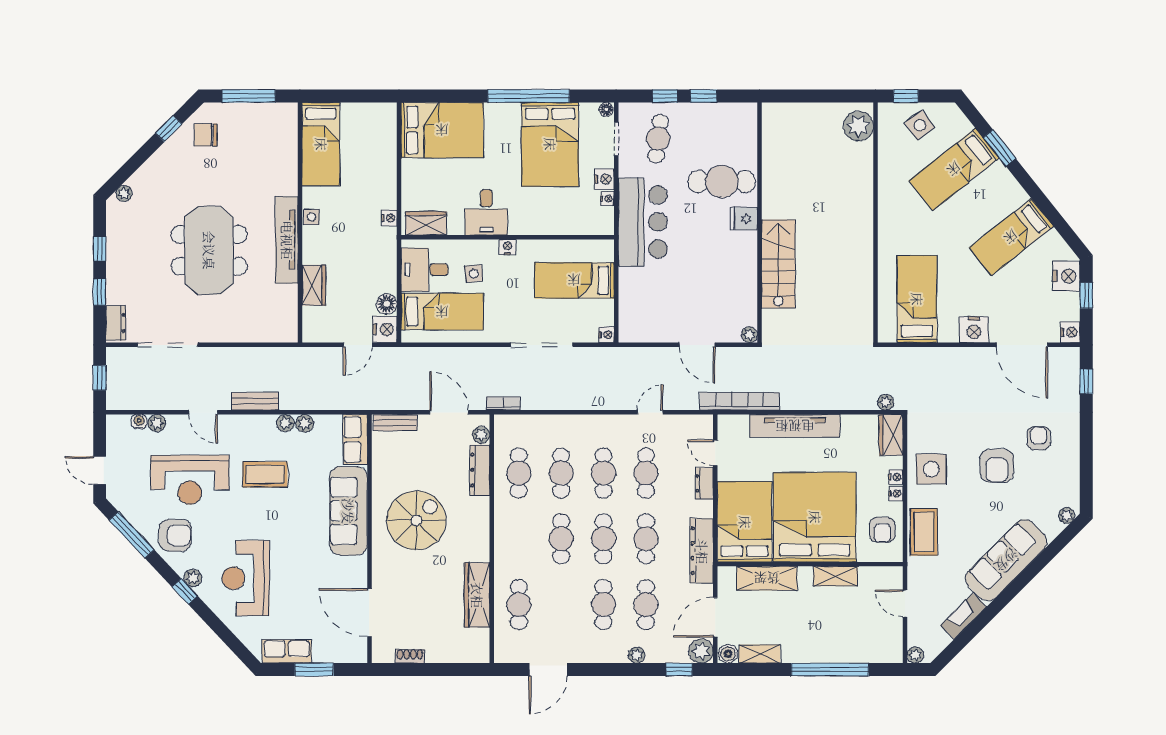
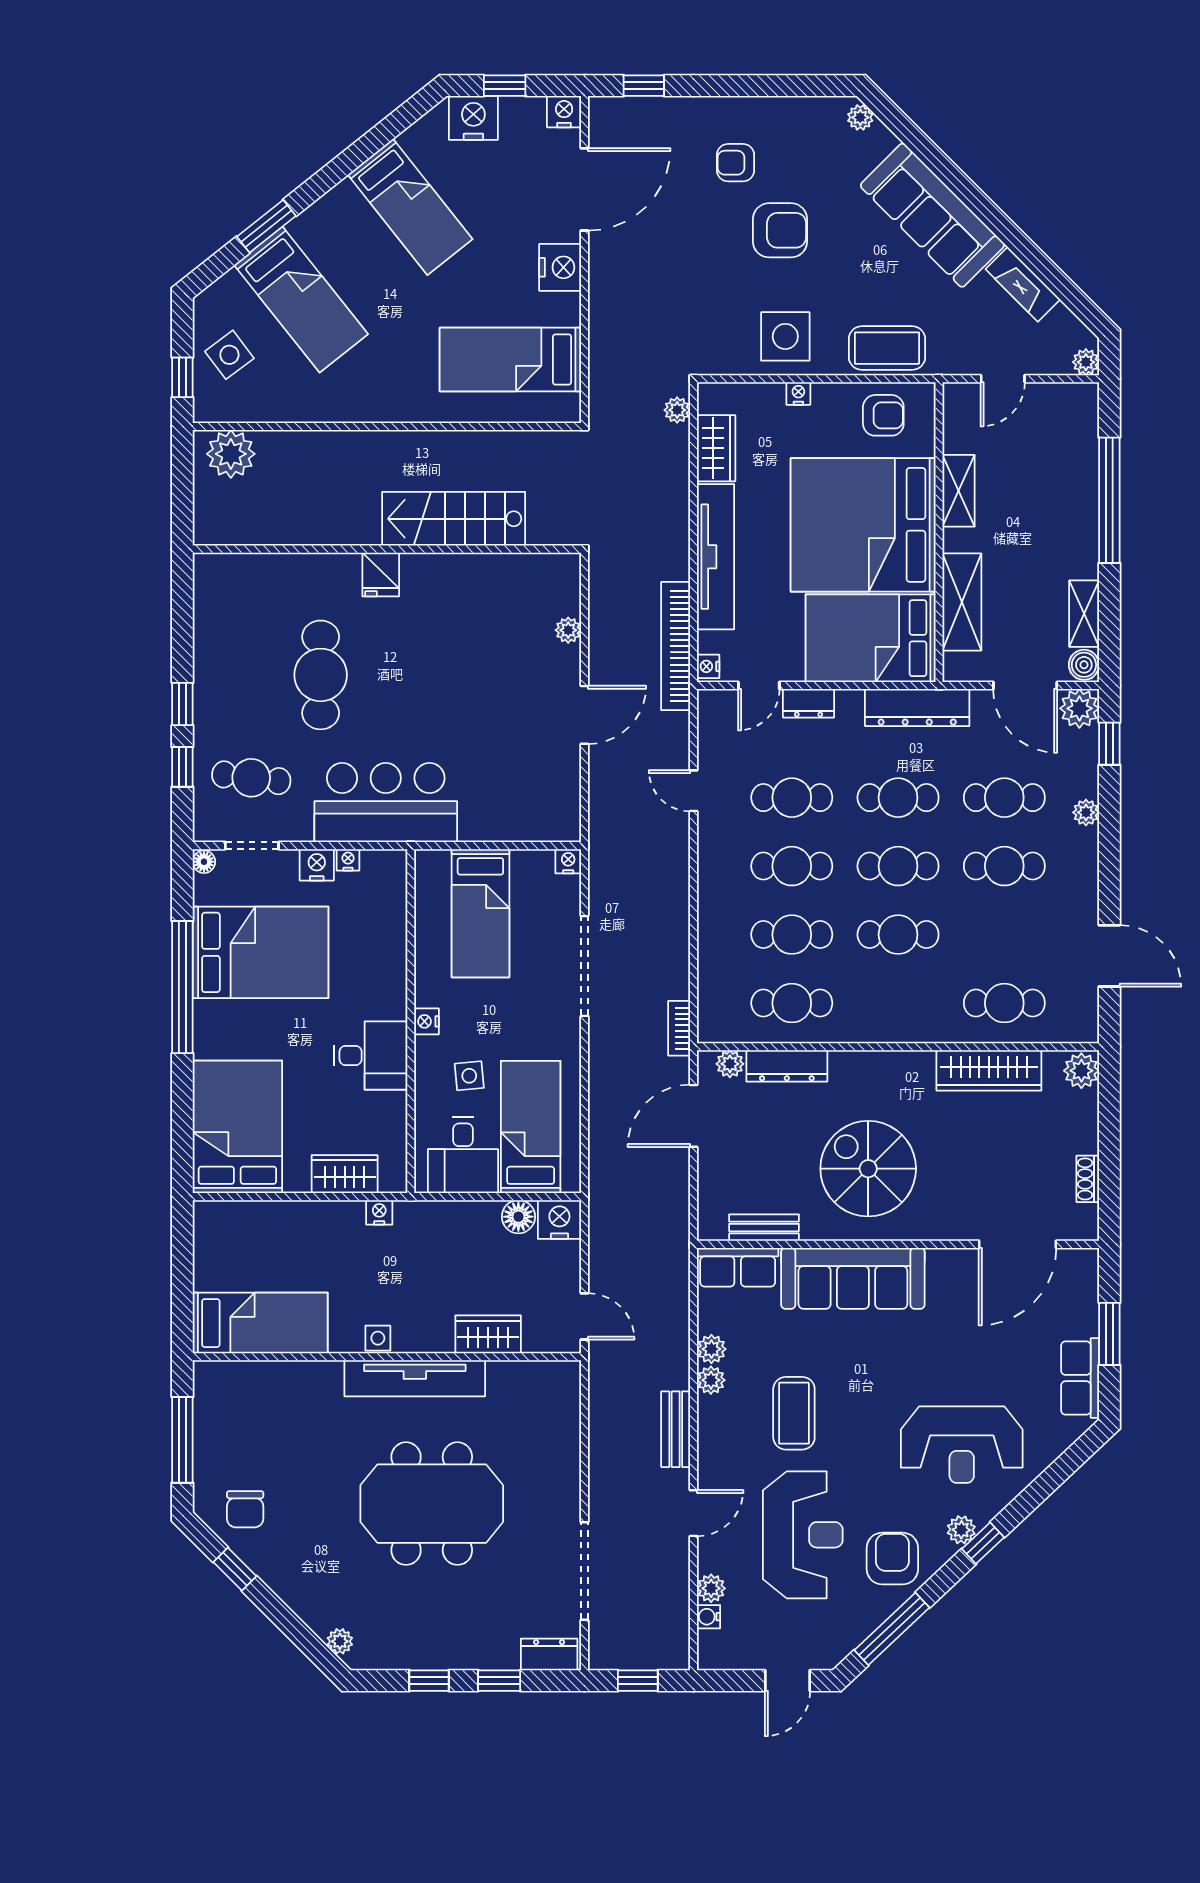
fridge: (744, 219) -> (381, 574), moved
wardrobe: (426, 223) -> (345, 1174), moved, turned 90
wall: (760, 223) -> (387, 549), moved
stairs: (778, 264) -> (454, 519), moved
door: (358, 345) -> (585, 1316), moved
bench: (395, 423) -> (764, 1228), moved, turned 90
wardrobe: (891, 435) -> (716, 448), moved, turned -90
nightstand: (896, 494) -> (708, 666), moved, turned -90
plant: (477, 652) -> (1081, 1071), added

